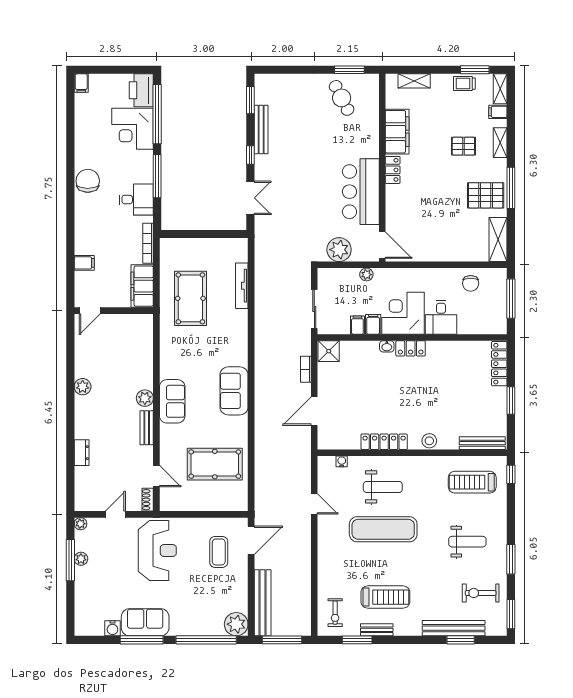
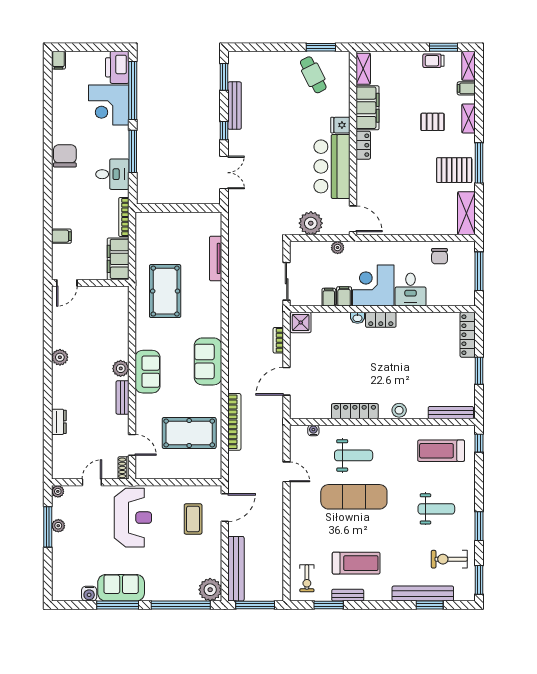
shelving: (414, 81) -> (363, 69), moved, turned 90
fridge: (369, 149) -> (340, 125), added
pool table: (190, 298) -> (165, 291), moved
bookcase: (261, 453) -> (234, 422), added

